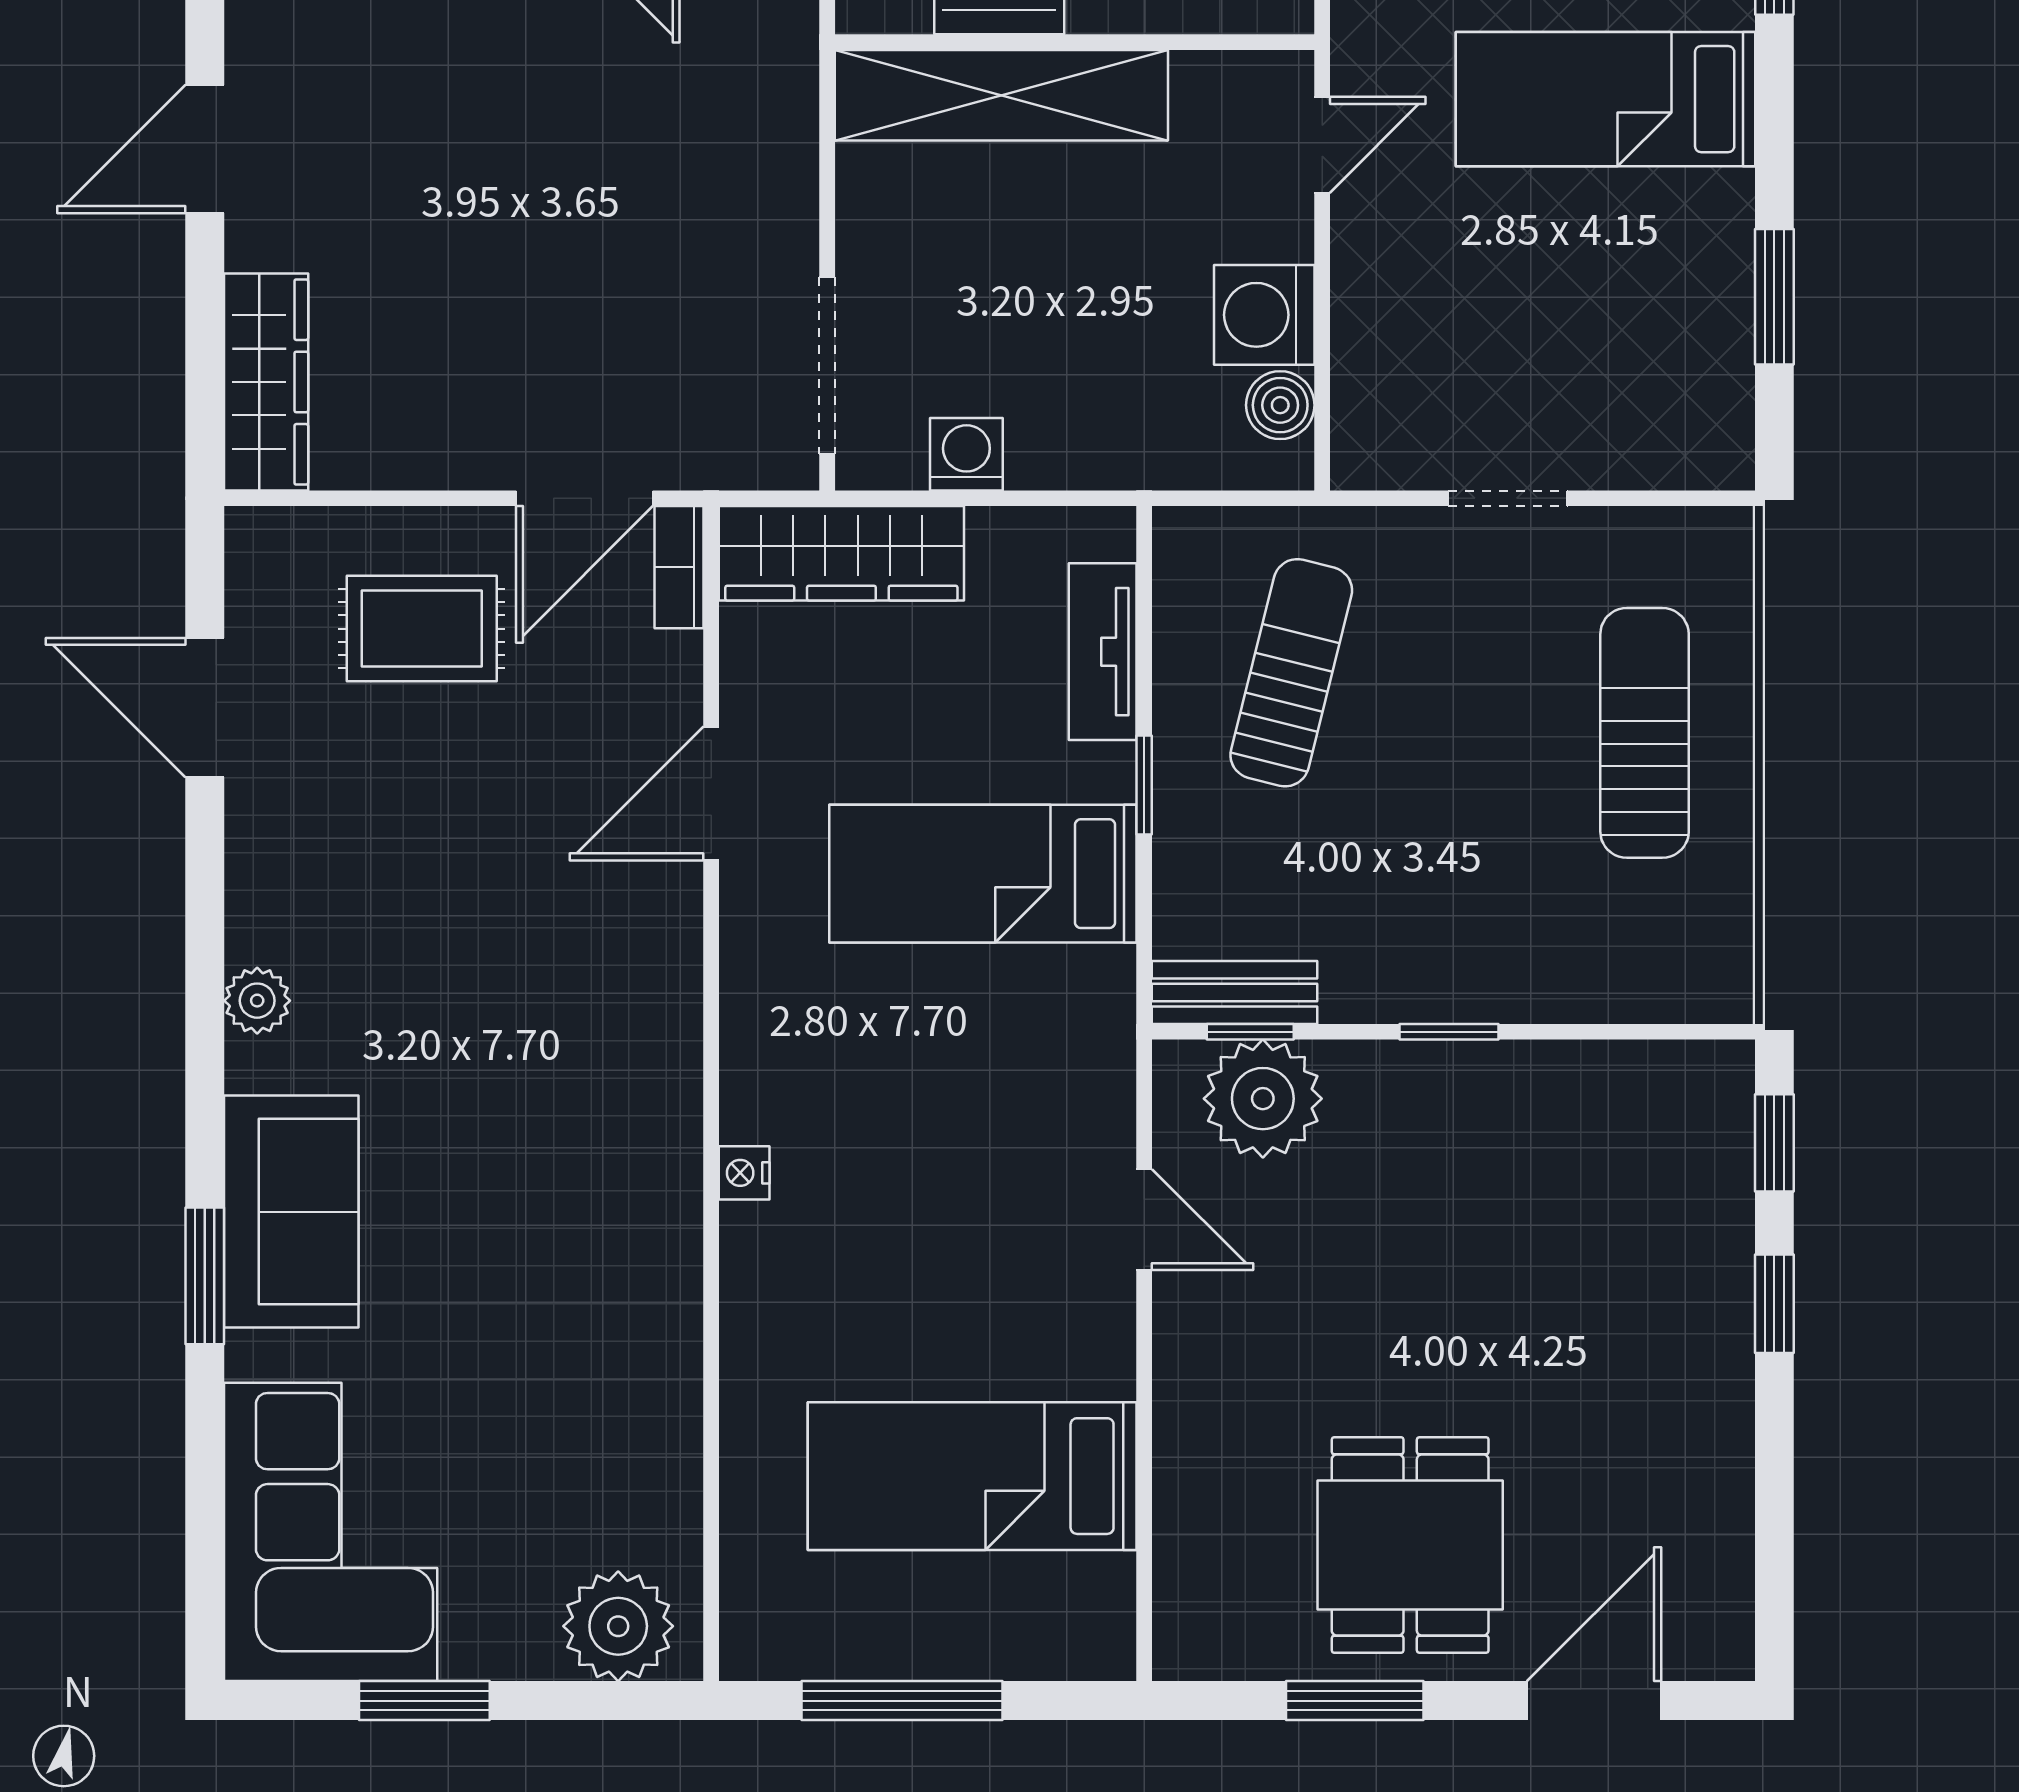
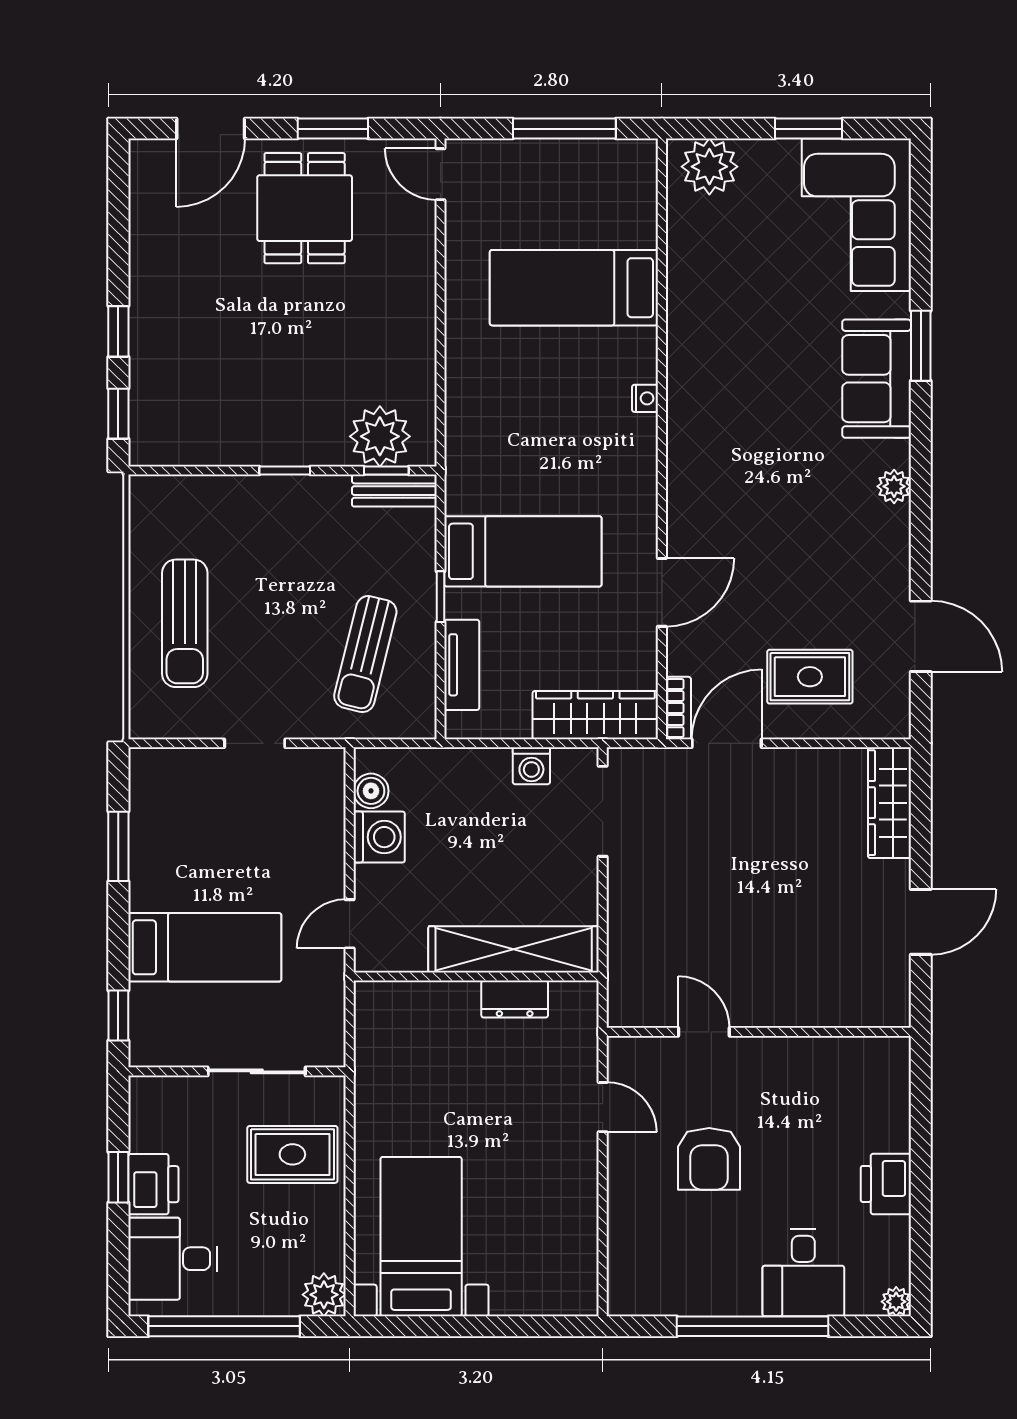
door: (1144, 1220) -> (441, 174), moved
bed: (972, 1476) -> (574, 288), moved, turned 180

